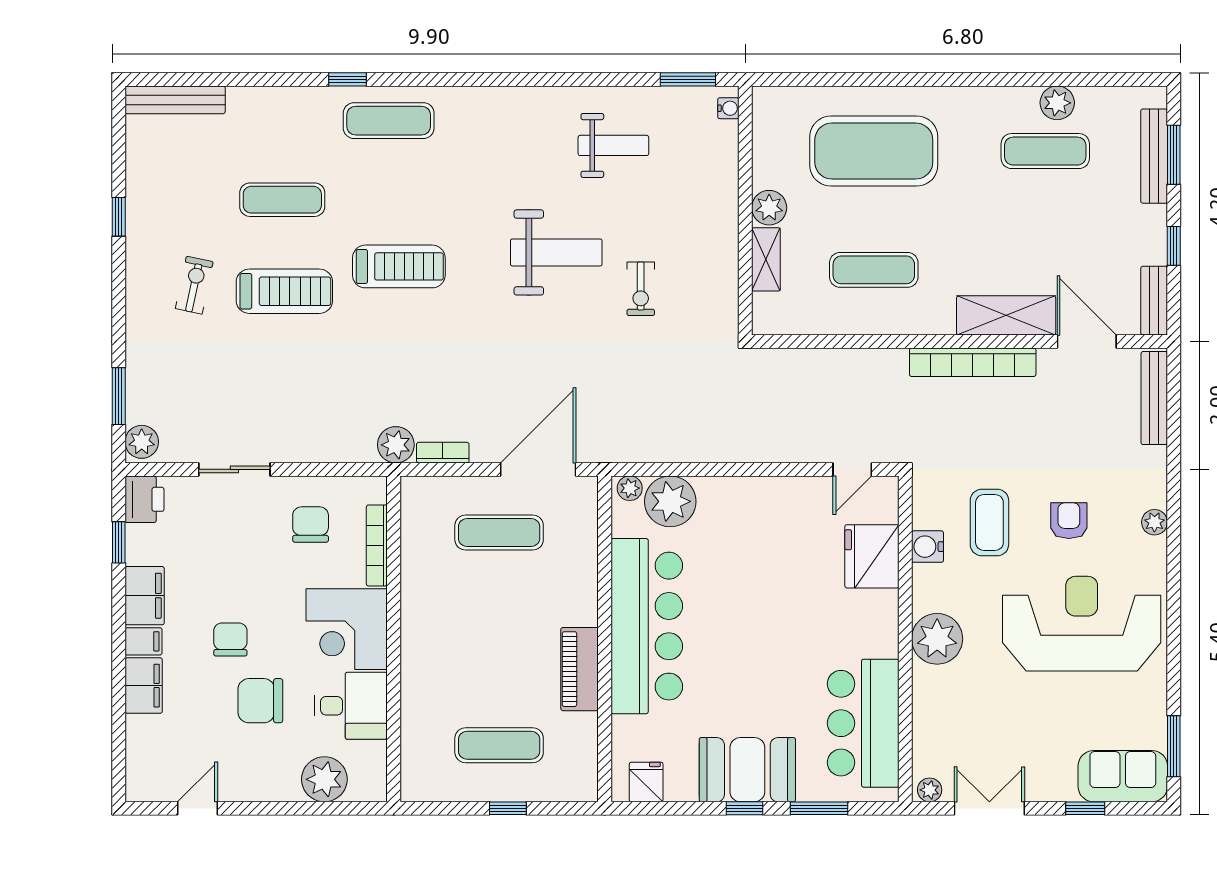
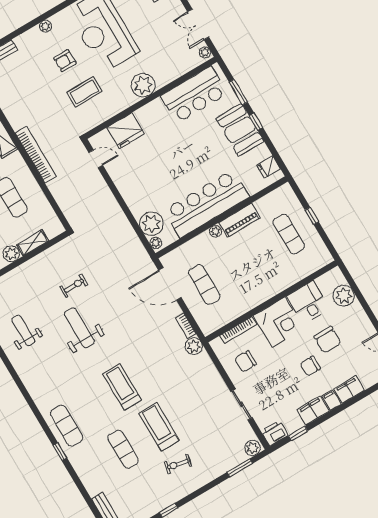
bookcase: (973, 362) -> (36, 155), moved
water cooler: (927, 547) -> (109, 111), removed
plant: (585, 612) -> (215, 231), added

